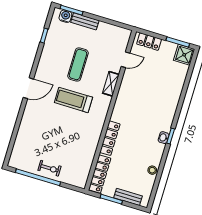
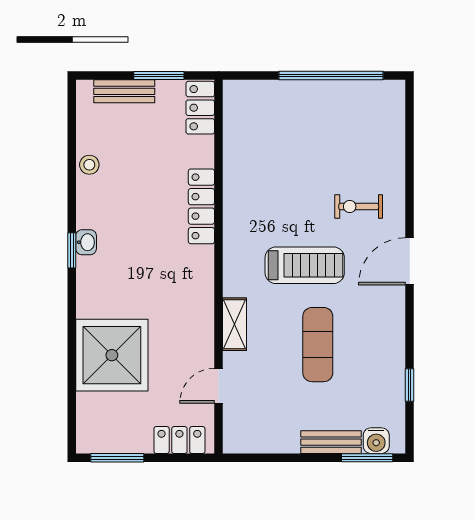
shower: (184, 55) -> (112, 355), moved, width x1.86, depth x1.86
exercise bike: (49, 168) -> (359, 207), moved
locker: (100, 174) -> (200, 108), width x0.66

